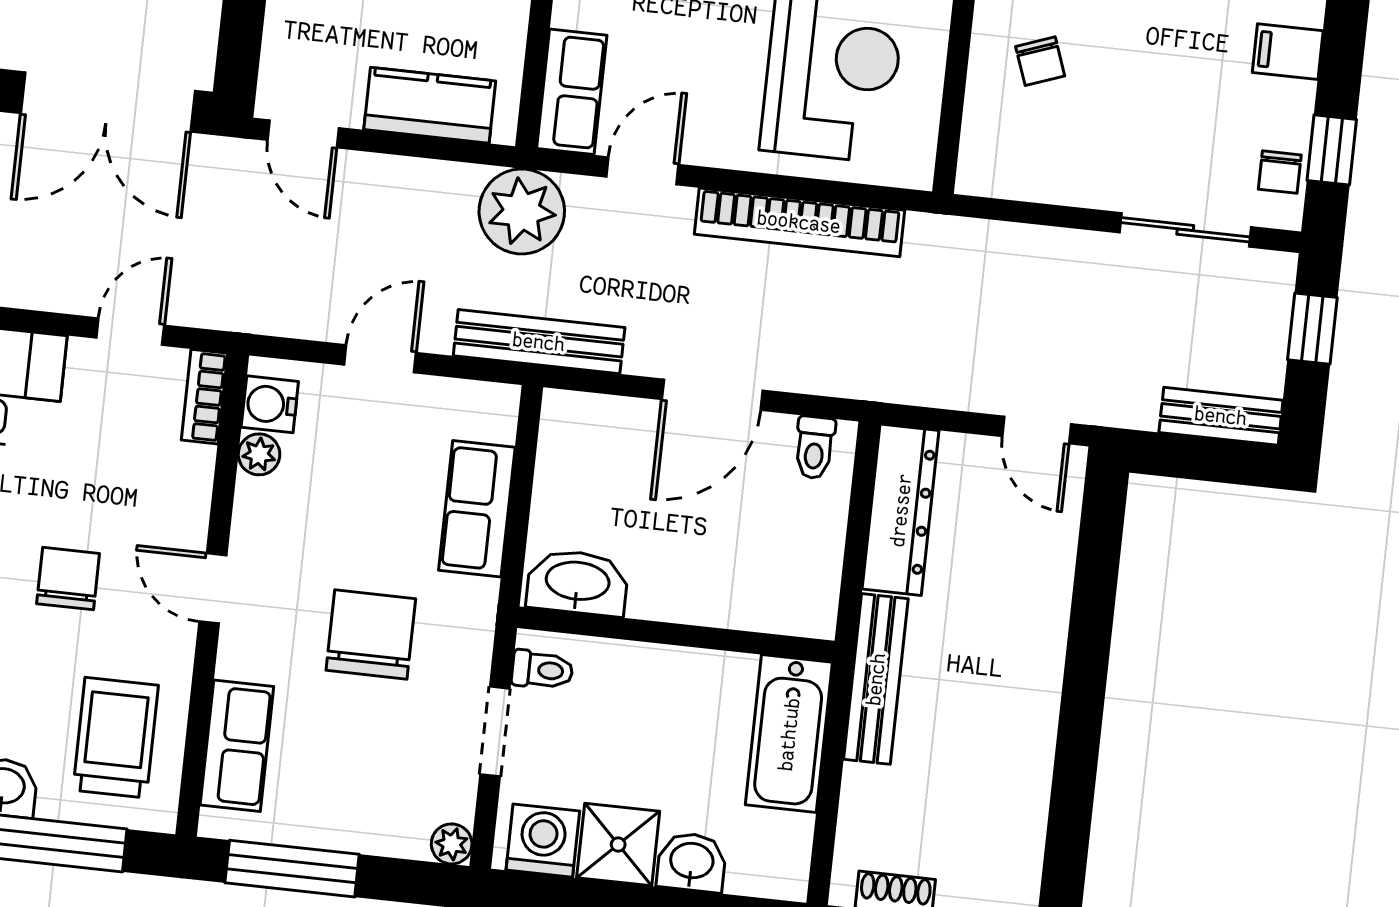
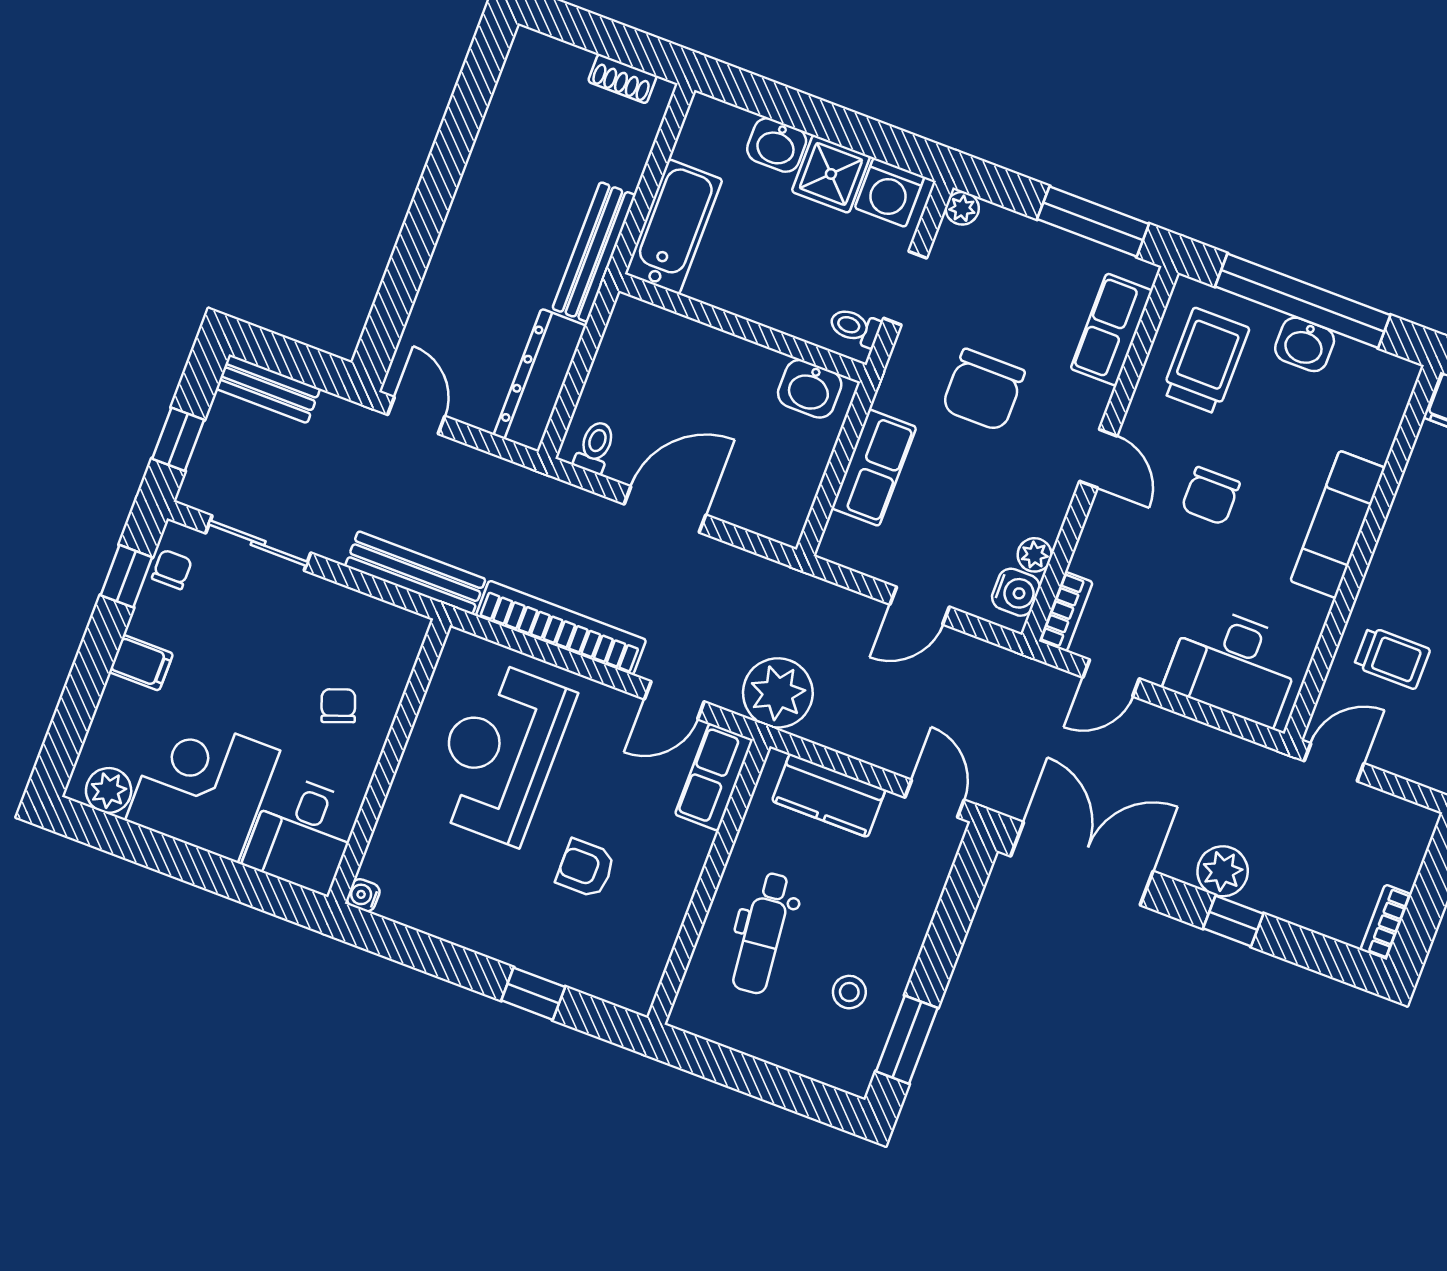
bench: (539, 342) -> (415, 573), moved
washbasin: (577, 583) -> (810, 389), width x0.72
trolley: (116, 738) -> (1205, 361), turned 180

